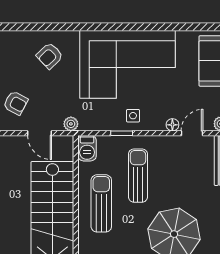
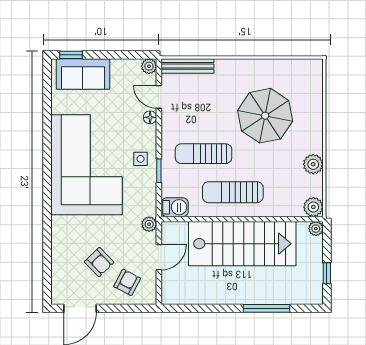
armchair: (50, 56) -> (99, 262), moved

